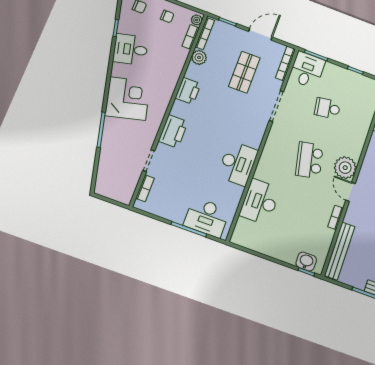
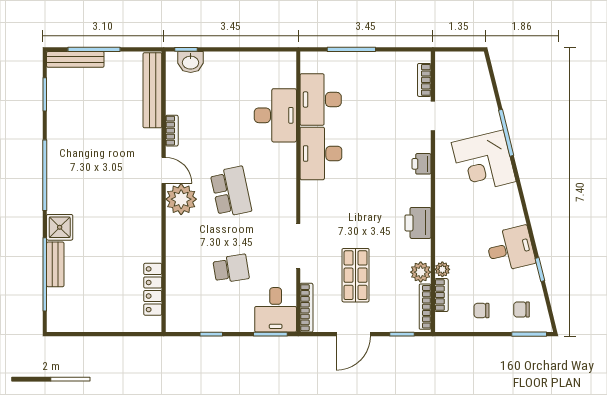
plant: (197, 20) -> (442, 269), moved
corner desk: (128, 99) -> (484, 162), moved
printer: (173, 131) -> (421, 164), width x0.53, depth x0.68
desk: (207, 217) -> (321, 100), moved, turned -90

